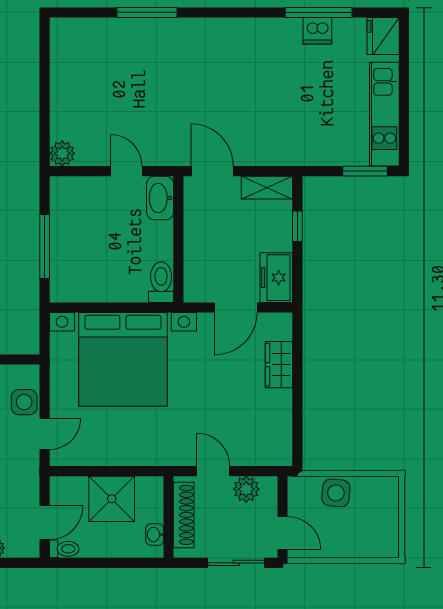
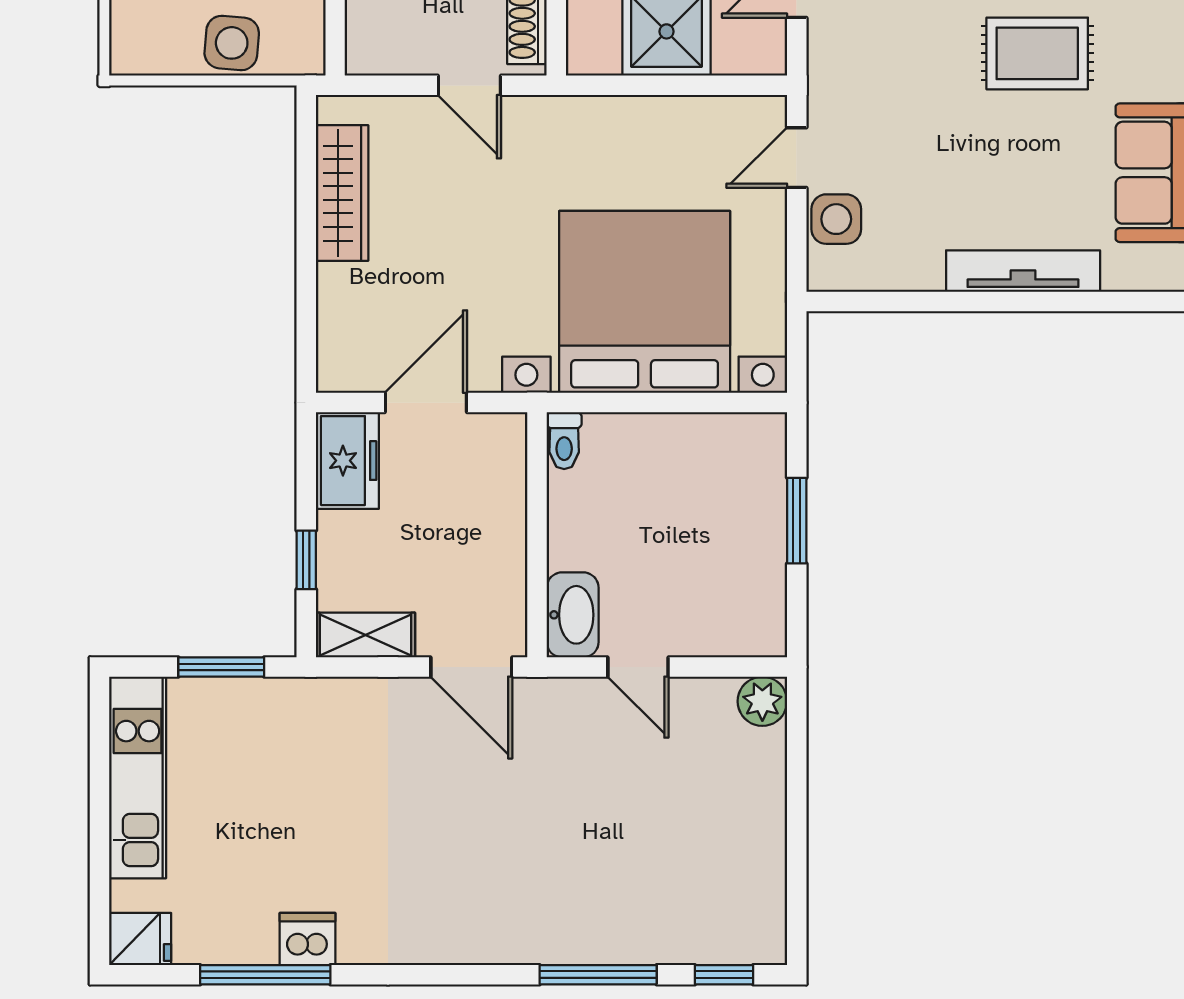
window: (82, 12) -> (724, 975), added
dishwasher: (317, 31) -> (308, 939), moved
fridge: (383, 36) -> (140, 939), width x0.72
window: (365, 171) -> (221, 667), moved
window: (45, 247) -> (797, 521), width x0.69
toilet: (161, 282) -> (564, 441), width x0.73, depth x0.72
wardrobe: (279, 365) -> (342, 193), moved, width x1.50
plant: (246, 489) -> (406, 50), removed

